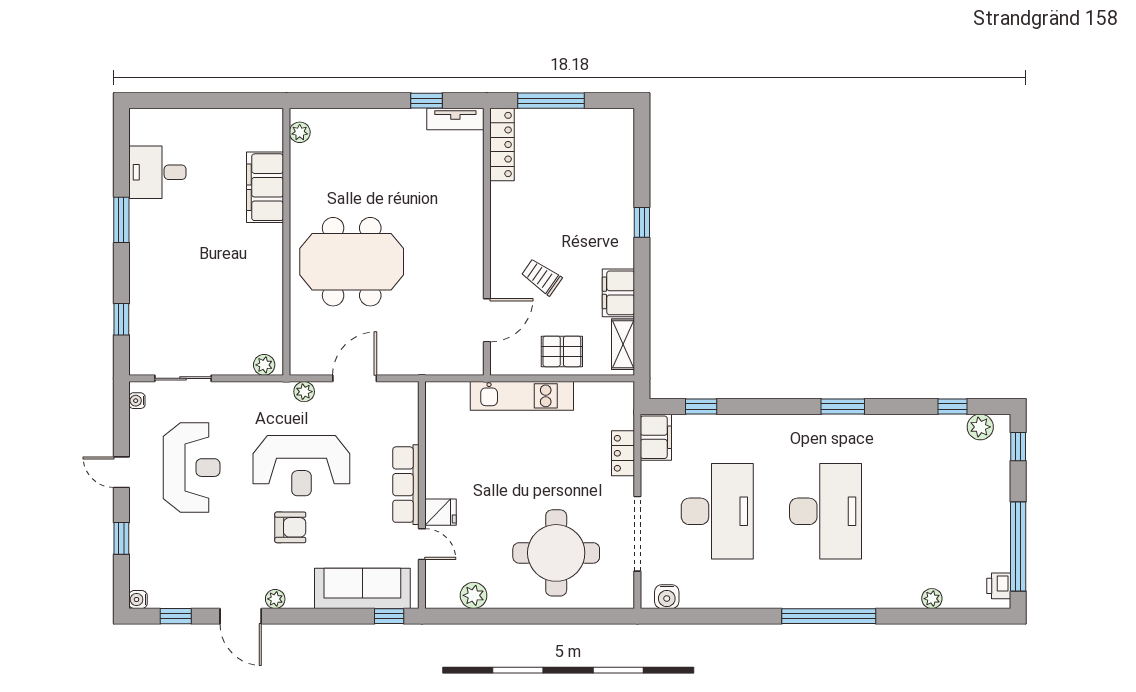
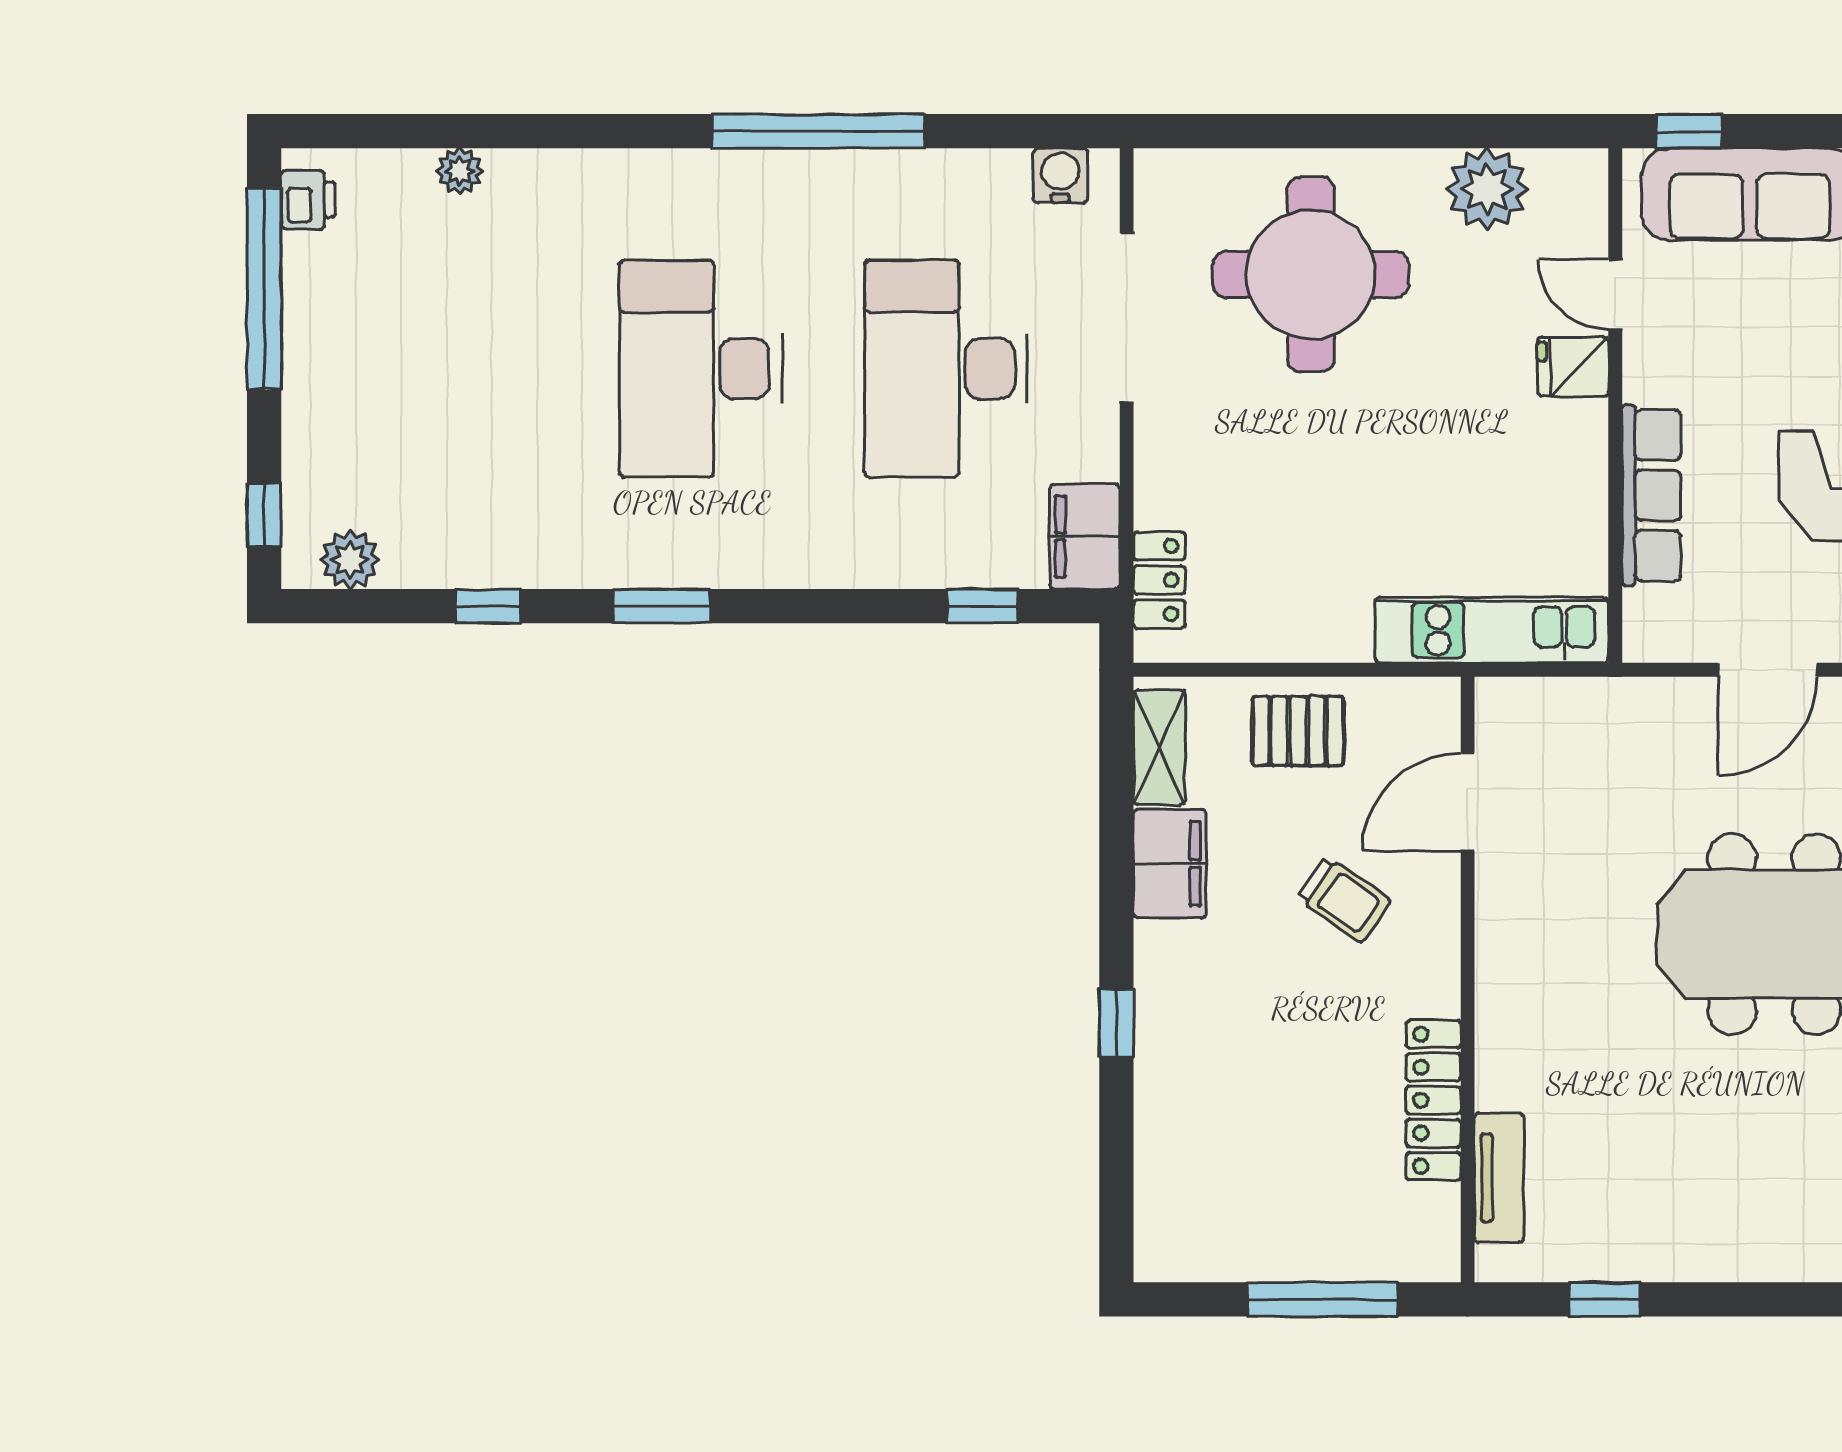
tv unit: (455, 119) -> (1499, 1178), moved, turned 90
locker: (502, 144) -> (1433, 1100), moved
kitchen unit: (522, 396) -> (1492, 630), moved
window: (952, 406) -> (488, 606), moved
locker: (623, 453) -> (1159, 580), moved
row of seats: (406, 485) -> (1651, 495), moved
plant: (474, 595) -> (1487, 189), width x1.36, depth x1.36
window: (829, 616) -> (818, 131), moved

